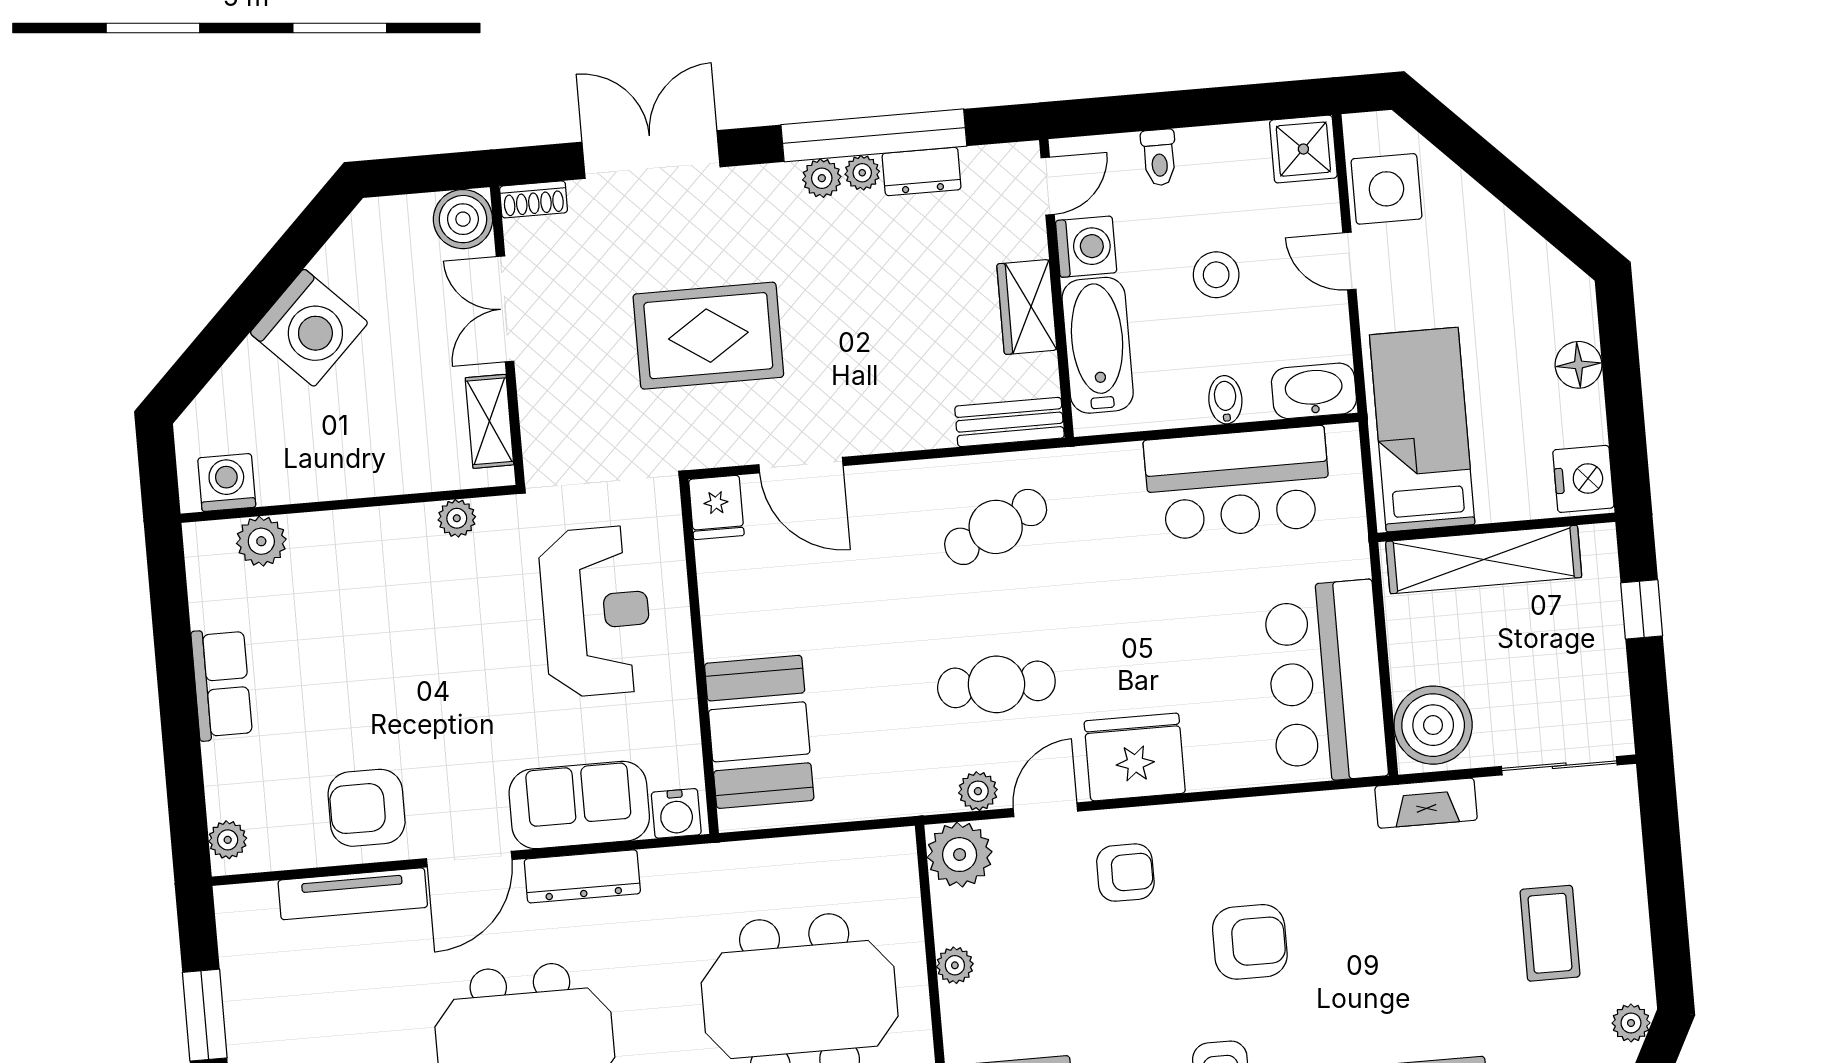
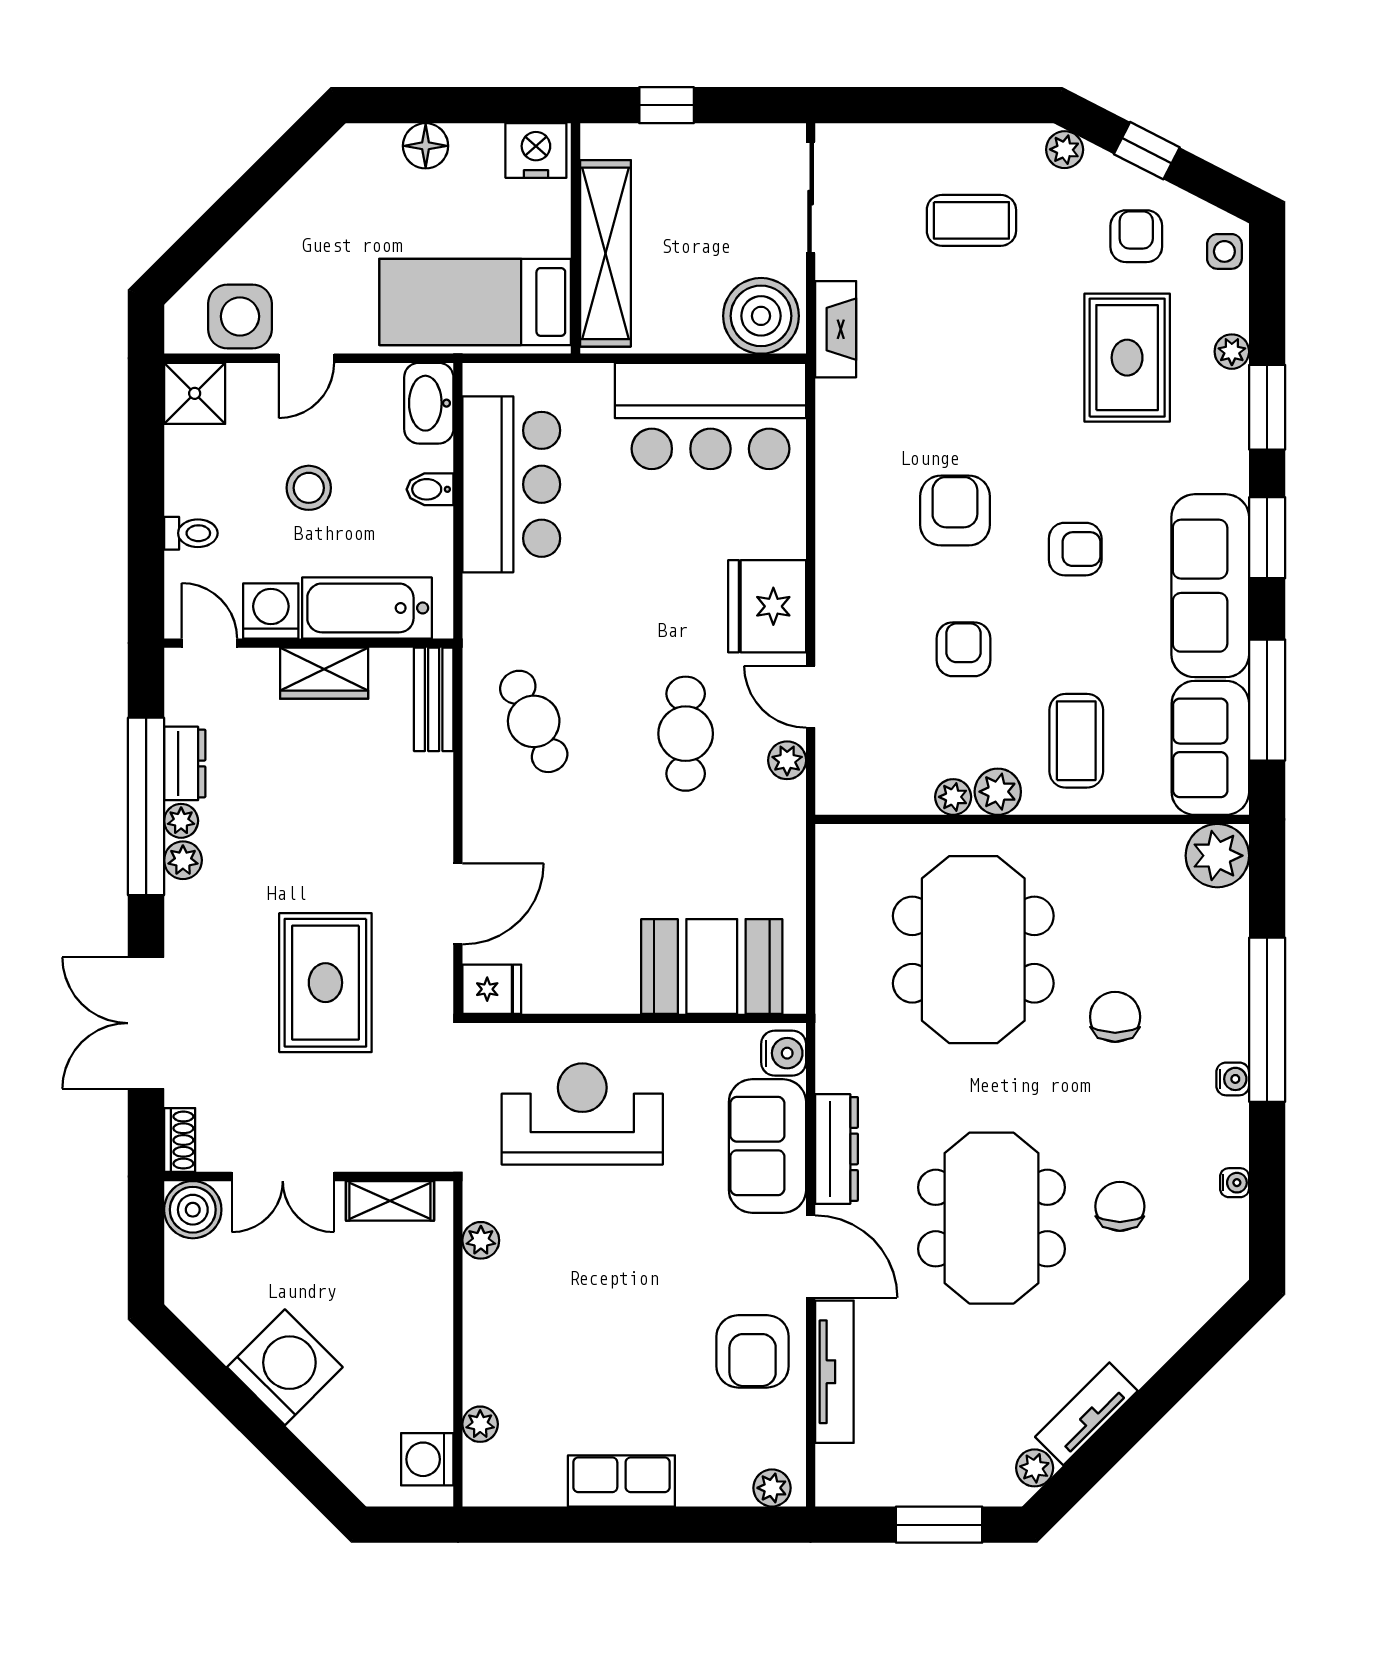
plant: (261, 541) -> (480, 1424), width x0.73, depth x0.73
plant: (960, 855) -> (998, 792), moved, width x0.73, depth x0.73
armchair: (1125, 873) -> (963, 649), moved

